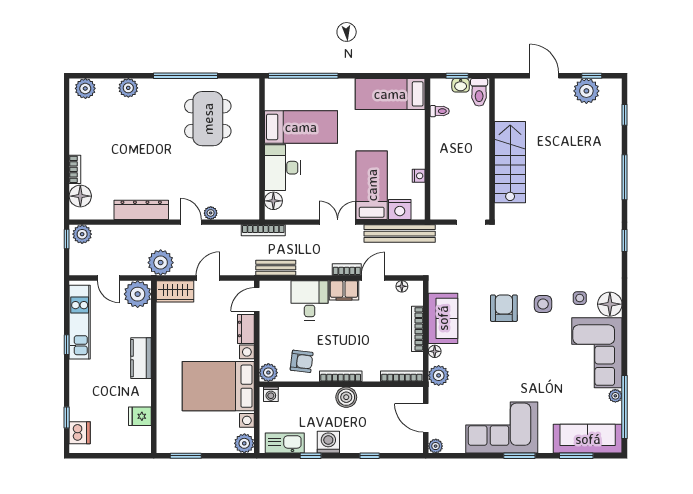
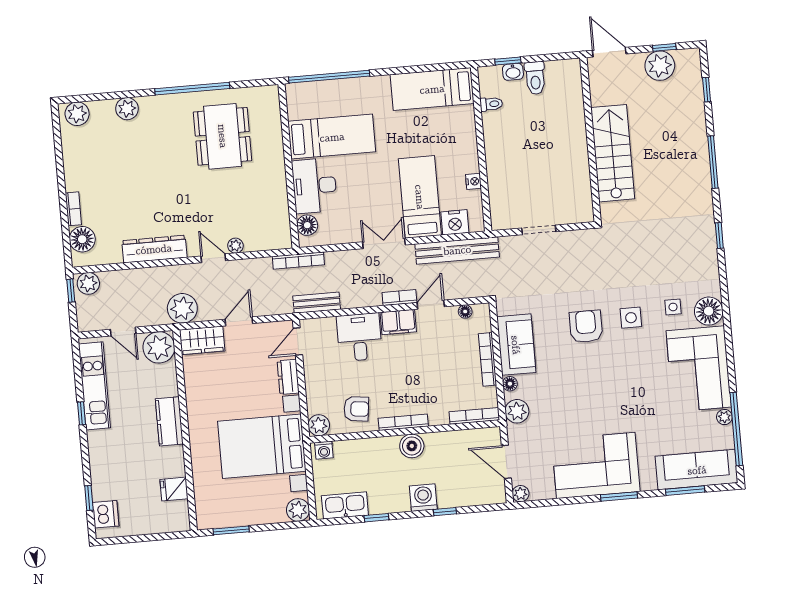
wall: (492, 149) -> (590, 140), moved
stairs: (510, 162) -> (613, 153), moved
washing machine: (328, 442) -> (423, 498), moved

